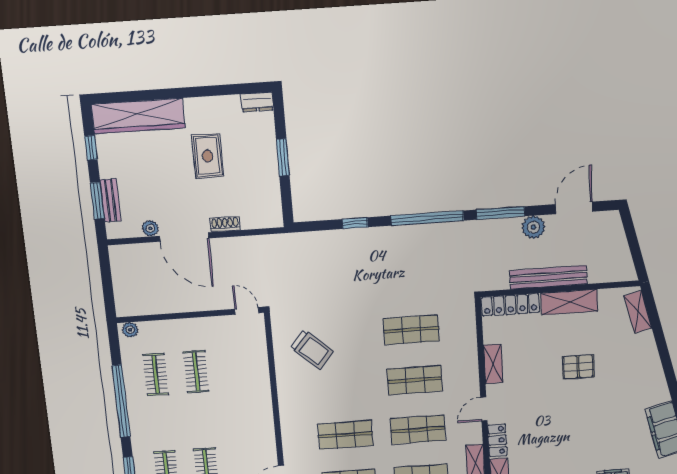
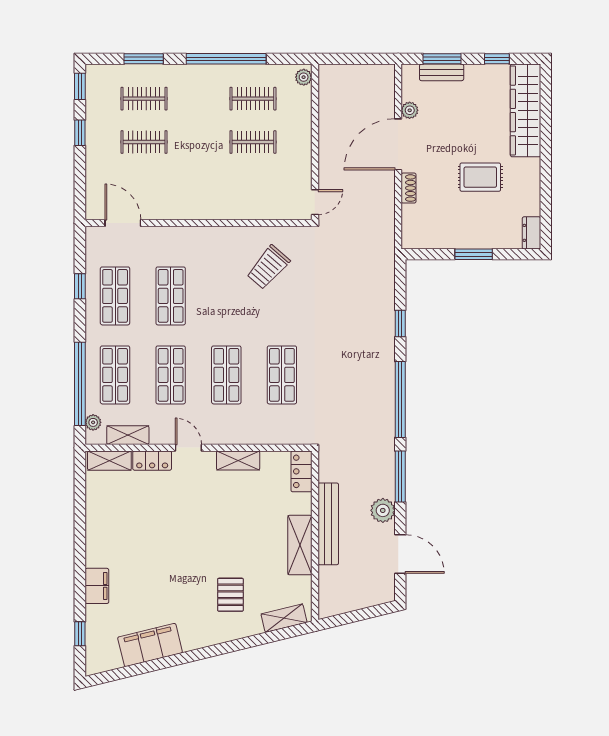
locker: (510, 305) -> (301, 471), width x0.66
pallet: (578, 367) -> (230, 595), moved

